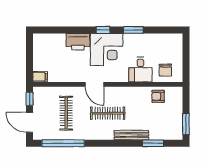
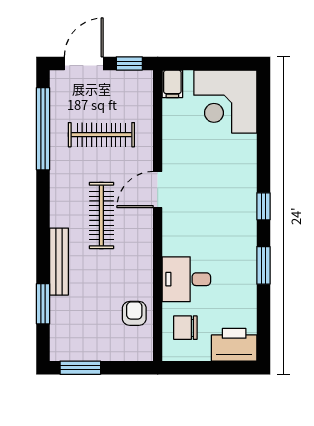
printer: (78, 42) -> (234, 345), moved, turned 90
corner desk: (107, 50) -> (225, 102), moved

